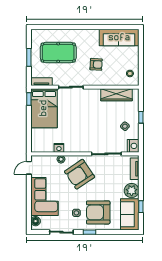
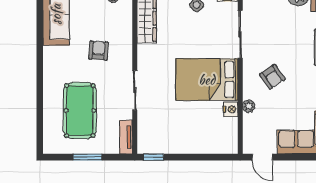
bed: (44, 108) -> (207, 80), moved, turned 180
armchair: (80, 174) -> (272, 77), width x0.53, depth x0.53

